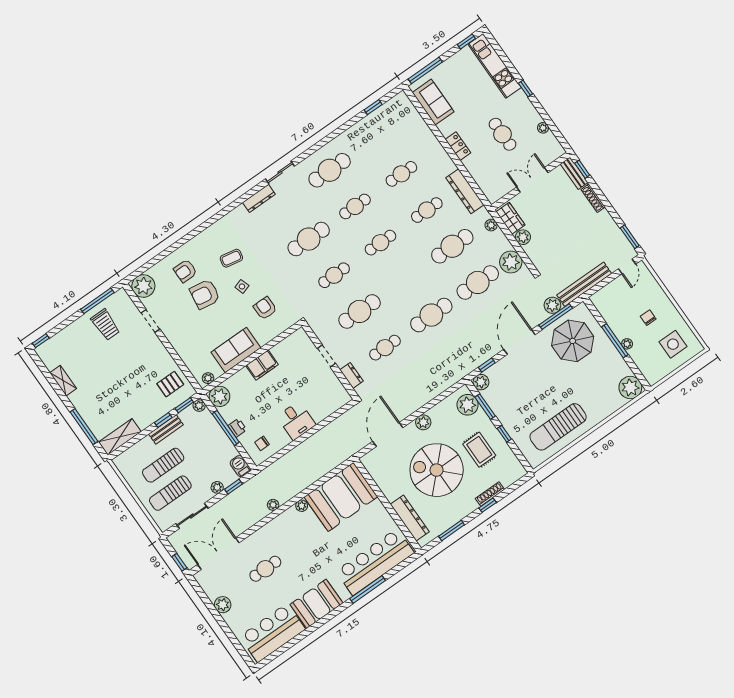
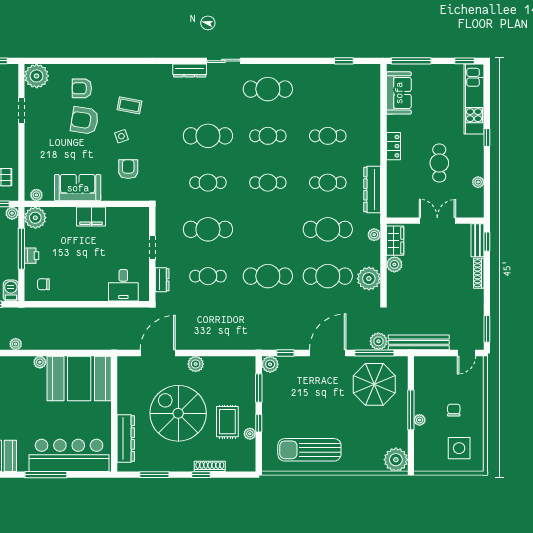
plant: (468, 405) -> (250, 434), moved, width x0.53, depth x0.53
desk: (296, 421) -> (123, 285), moved

